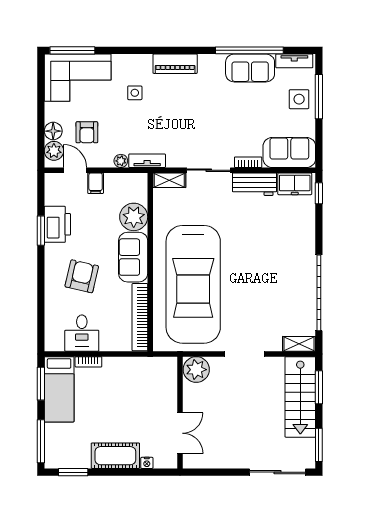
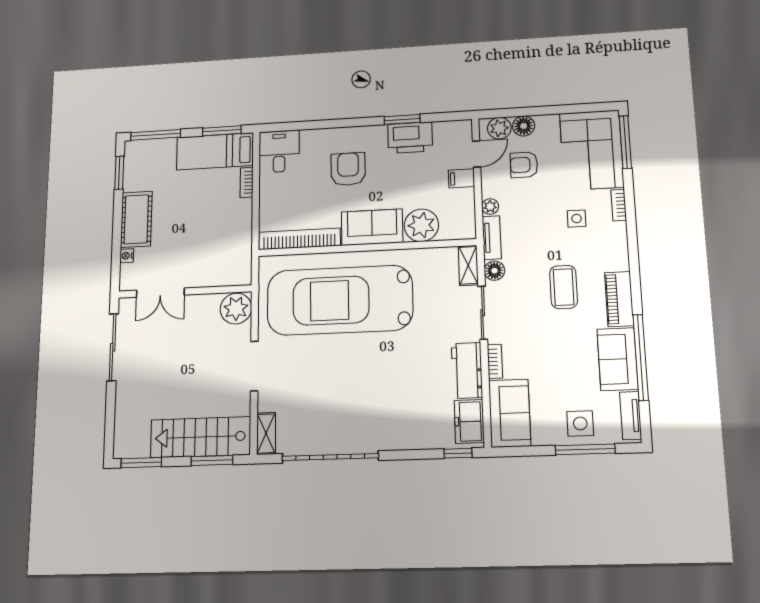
bookcase: (125, 59) -> (619, 205), added
piano: (175, 64) -> (619, 299), moved
coffee table: (191, 106) -> (564, 287), added
floor lamp: (175, 160) -> (494, 271), added
armchair: (82, 276) -> (348, 169), turned -103
desk: (82, 333) -> (279, 151), moved, turned 90
sliding door: (278, 472) -> (113, 347), moved

